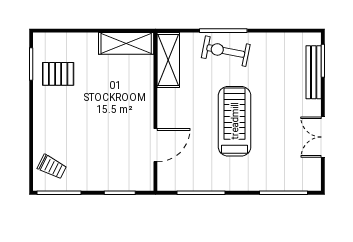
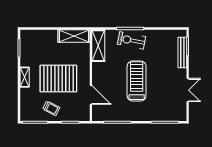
pallet: (58, 74) -> (58, 78), moved, width x2.05, depth x2.00
shelving: (41, 115) -> (25, 77), added
double door: (323, 137) -> (188, 90), swing flipped
door: (155, 145) -> (91, 95), hinge flipped
trolley: (52, 167) -> (51, 108), moved

